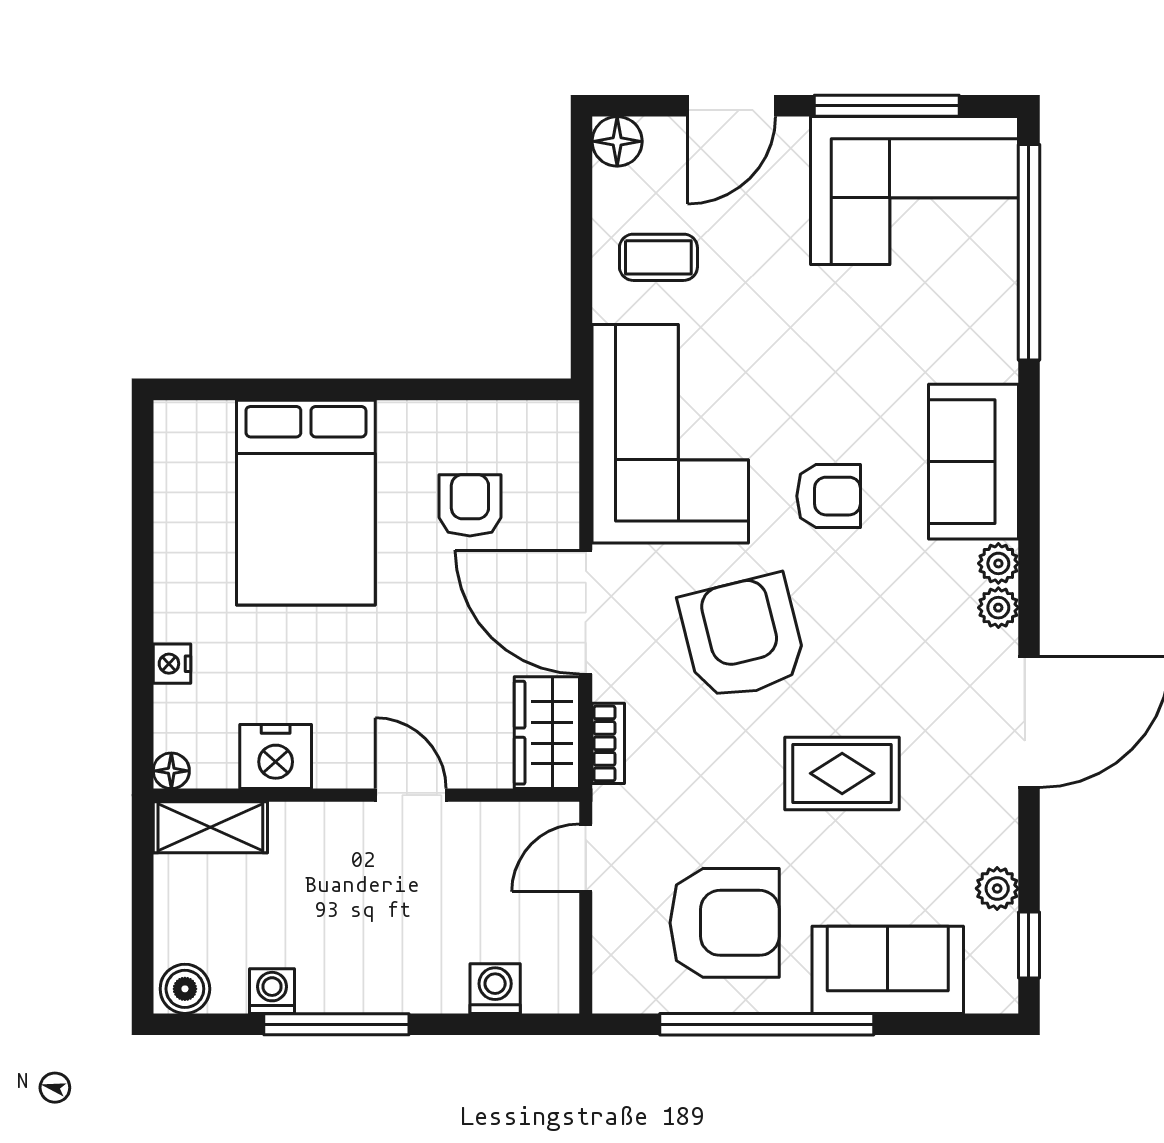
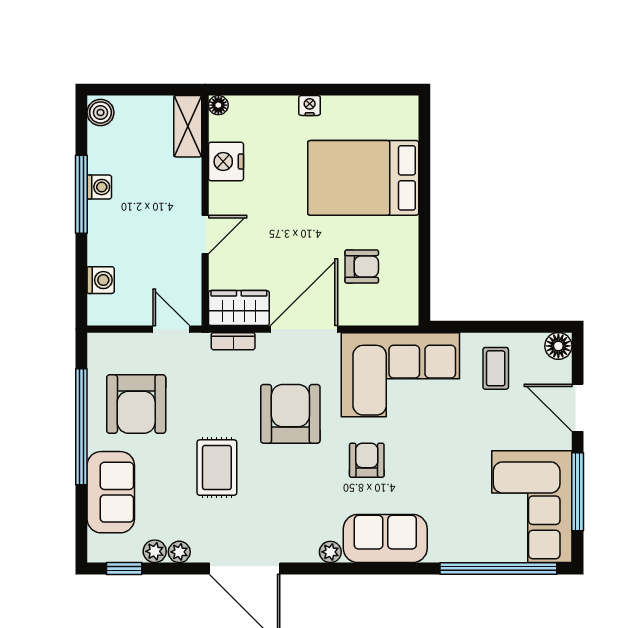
armchair: (829, 496) -> (367, 460), turned 180
plant: (998, 608) -> (179, 552), moved
armchair: (743, 637) -> (290, 414), turned -76
nightstand: (172, 664) -> (310, 105), moved
washing machine: (272, 991) -> (99, 187), moved

